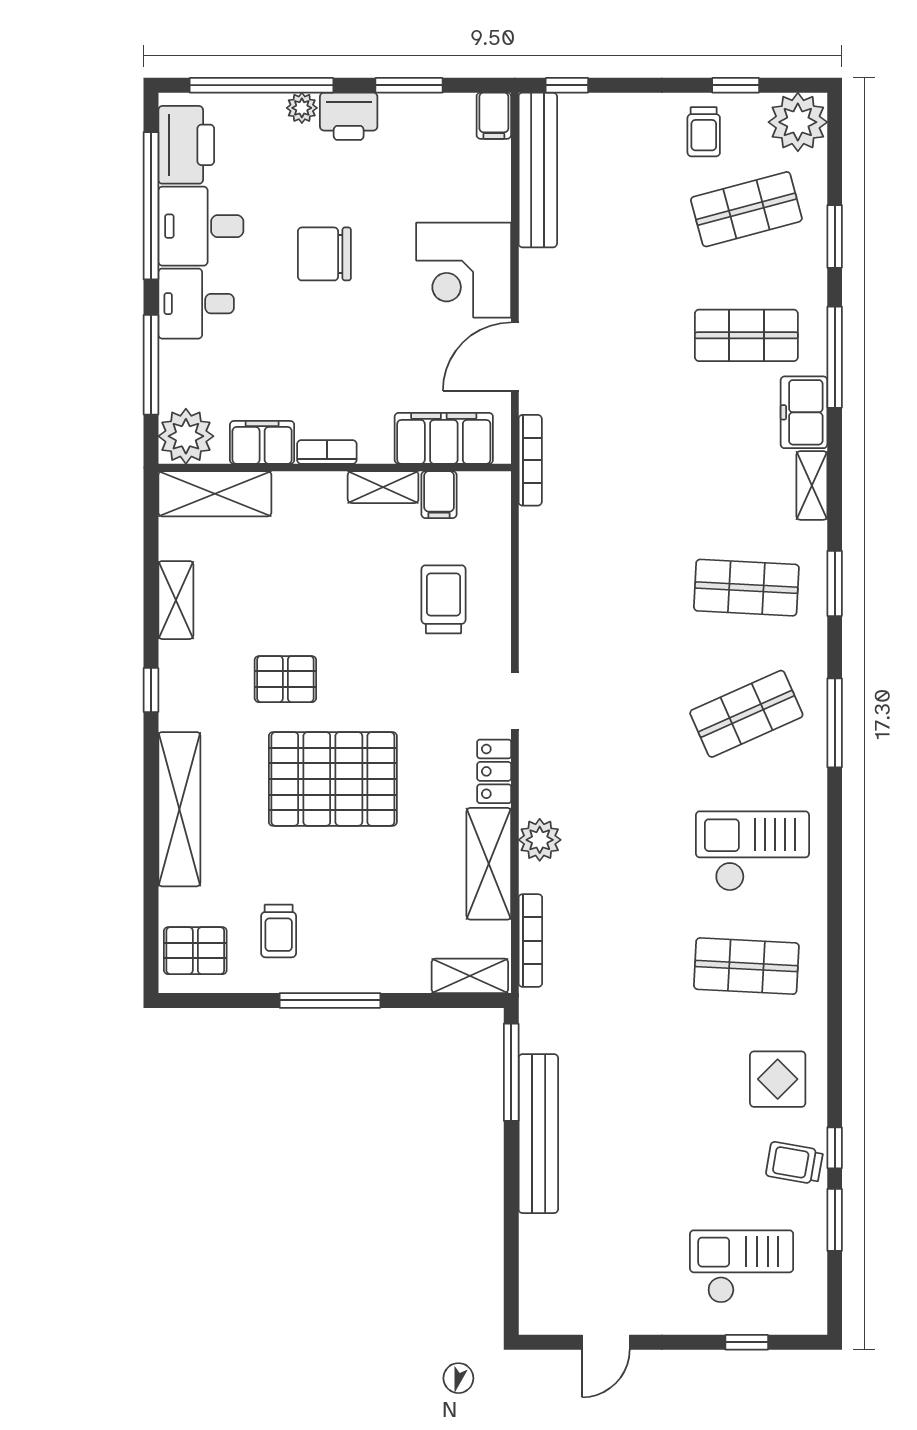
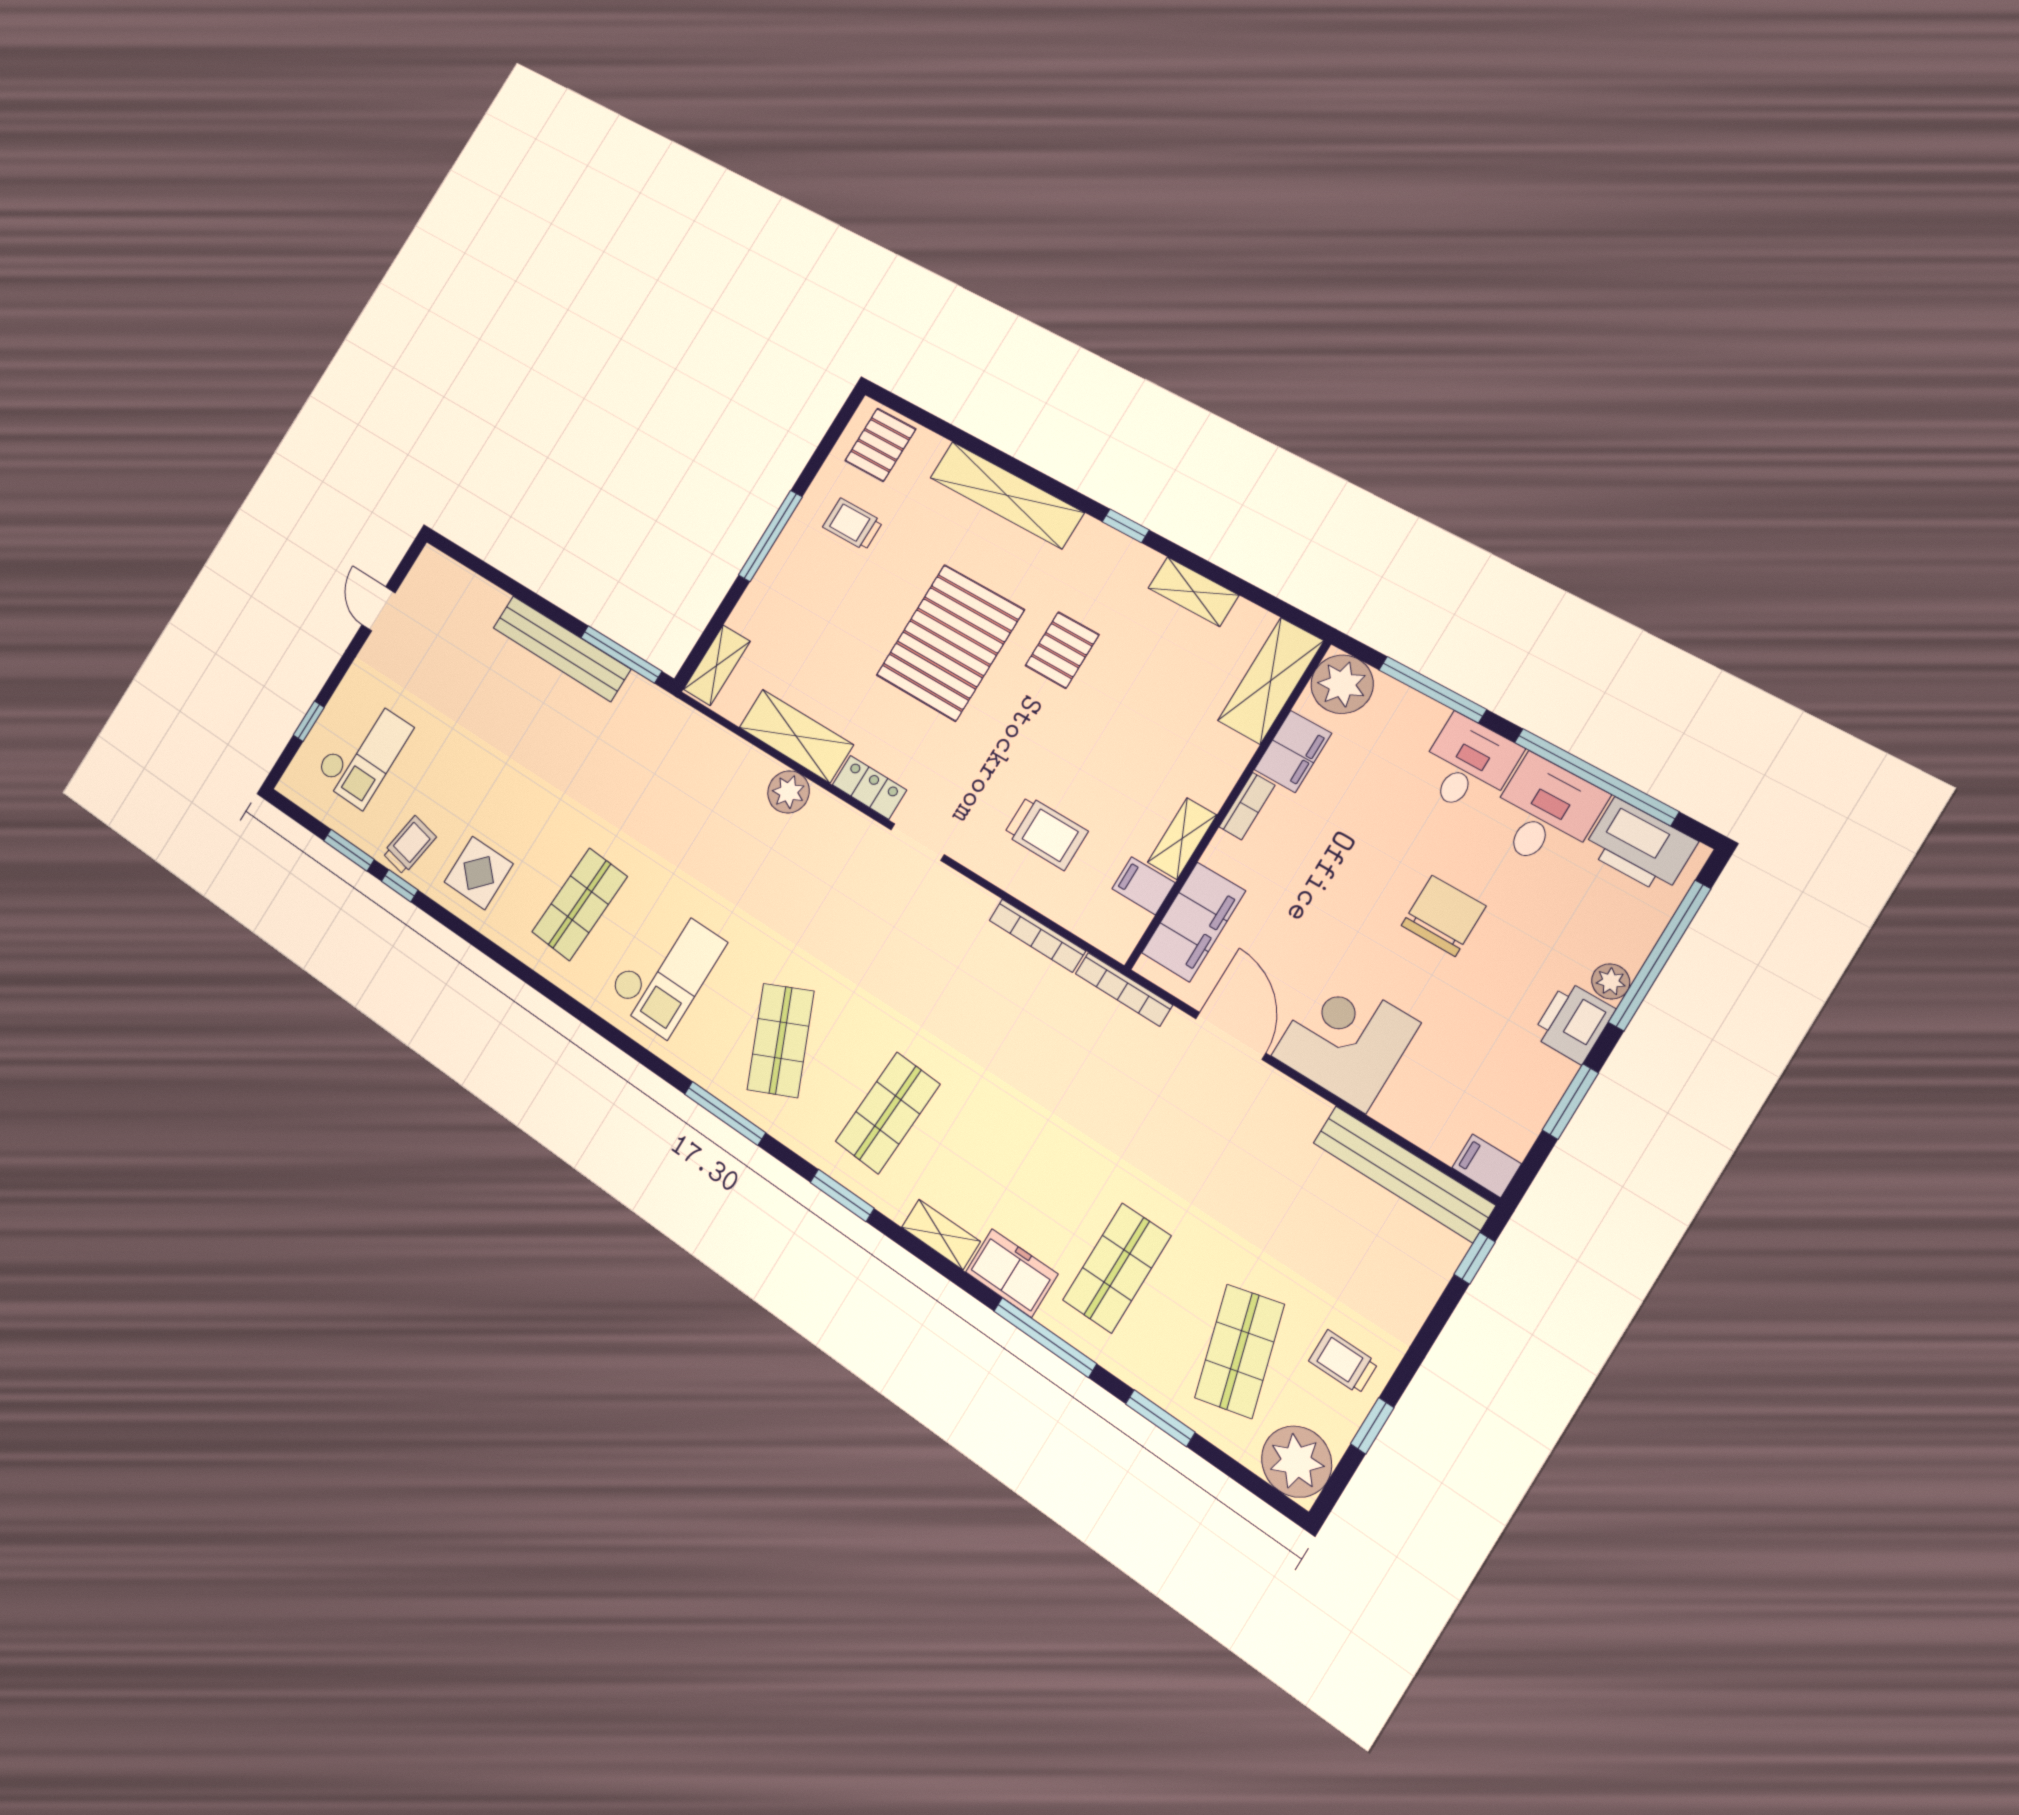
bookcase: (530, 941) -> (1037, 936), moved

